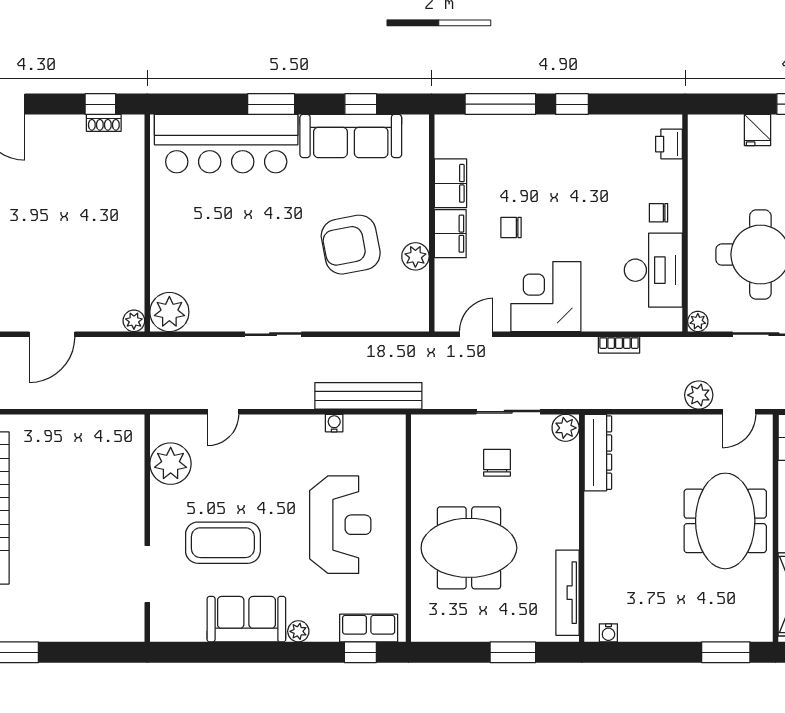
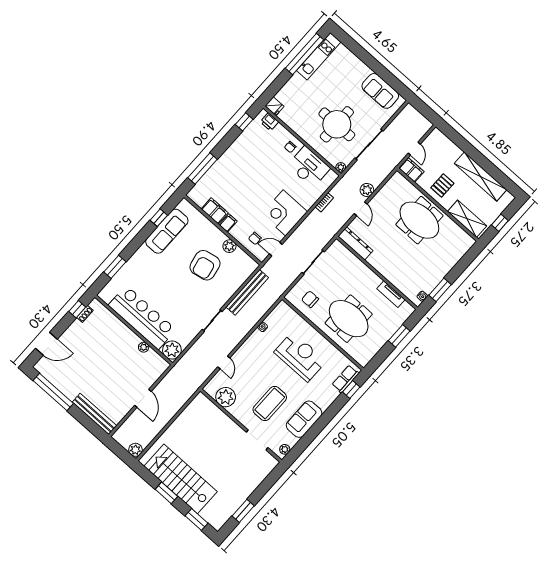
window: (271, 104) -> (115, 267), moved
window: (572, 104) -> (244, 122), moved
fridge: (757, 130) -> (275, 106), moved
bar counter: (226, 144) -> (142, 317), moved, turned -90
chair: (511, 227) -> (255, 238), moved
filing cabinet: (450, 234) -> (228, 223), width x0.50
plant: (134, 321) -> (144, 347), moved
door: (476, 334) -> (276, 249), hinge flipped
bench: (368, 396) -> (247, 292), moved
door: (739, 412) -> (361, 209), moved
plant: (566, 428) -> (337, 247), removed
chair: (497, 463) -> (310, 299), moved
meeting table: (469, 548) -> (349, 319), turned 90
tv unit: (568, 593) -> (391, 294), width x0.71
plant: (298, 631) -> (285, 449), moved
window: (726, 652) -> (440, 290), moved

